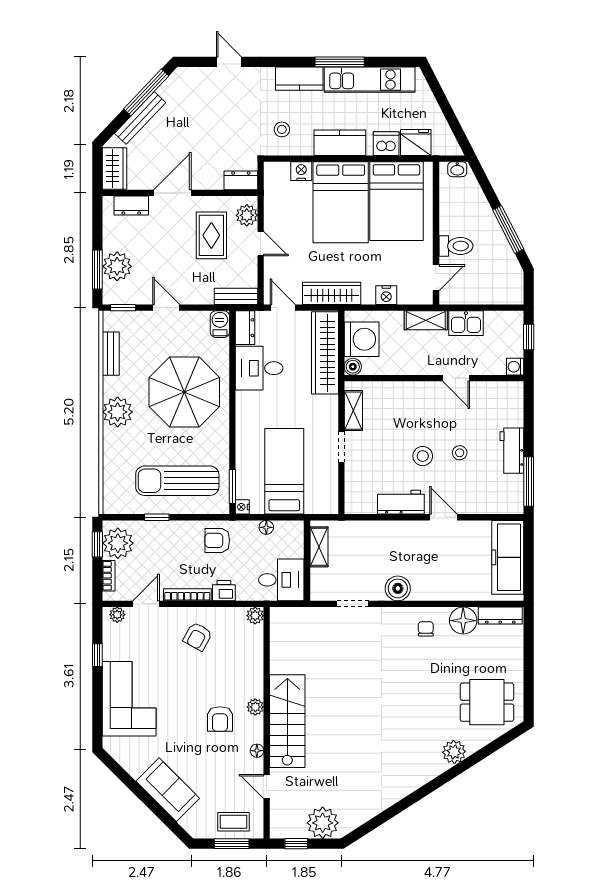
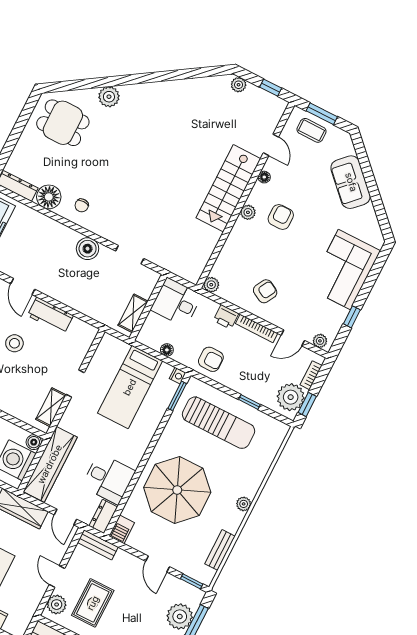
plant: (118, 412) -> (244, 504), width x0.53, depth x0.53
plant: (323, 823) -> (239, 85), width x0.53, depth x0.53

